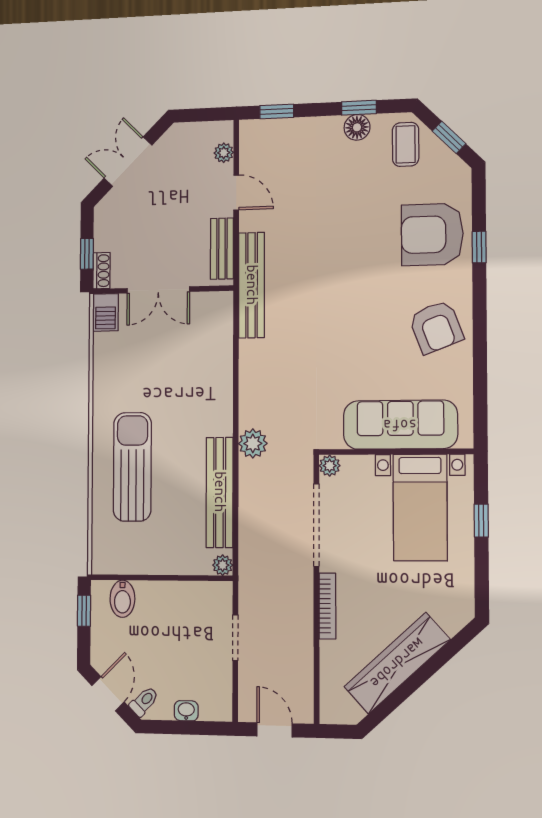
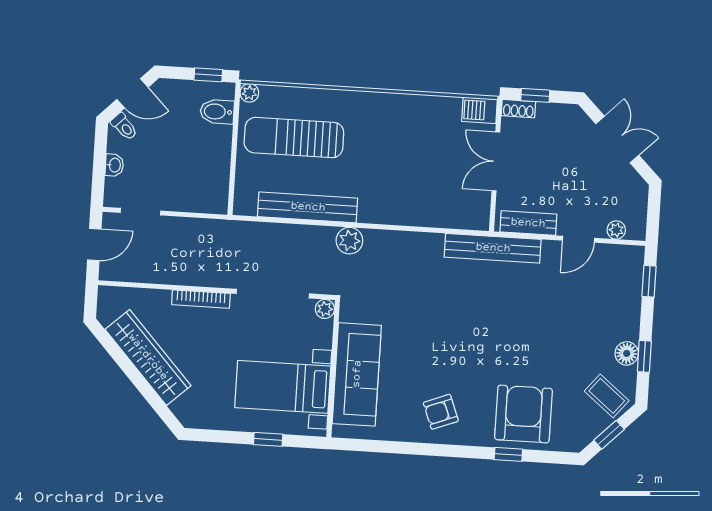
coffee table: (406, 144) -> (607, 396), turned 39
armchair: (436, 327) -> (441, 412), width x0.72, depth x0.72
sun lounger: (132, 467) -> (294, 138), moved, turned 180
plant: (223, 565) -> (249, 93), moved
doorway: (235, 638) -> (140, 212), moved

